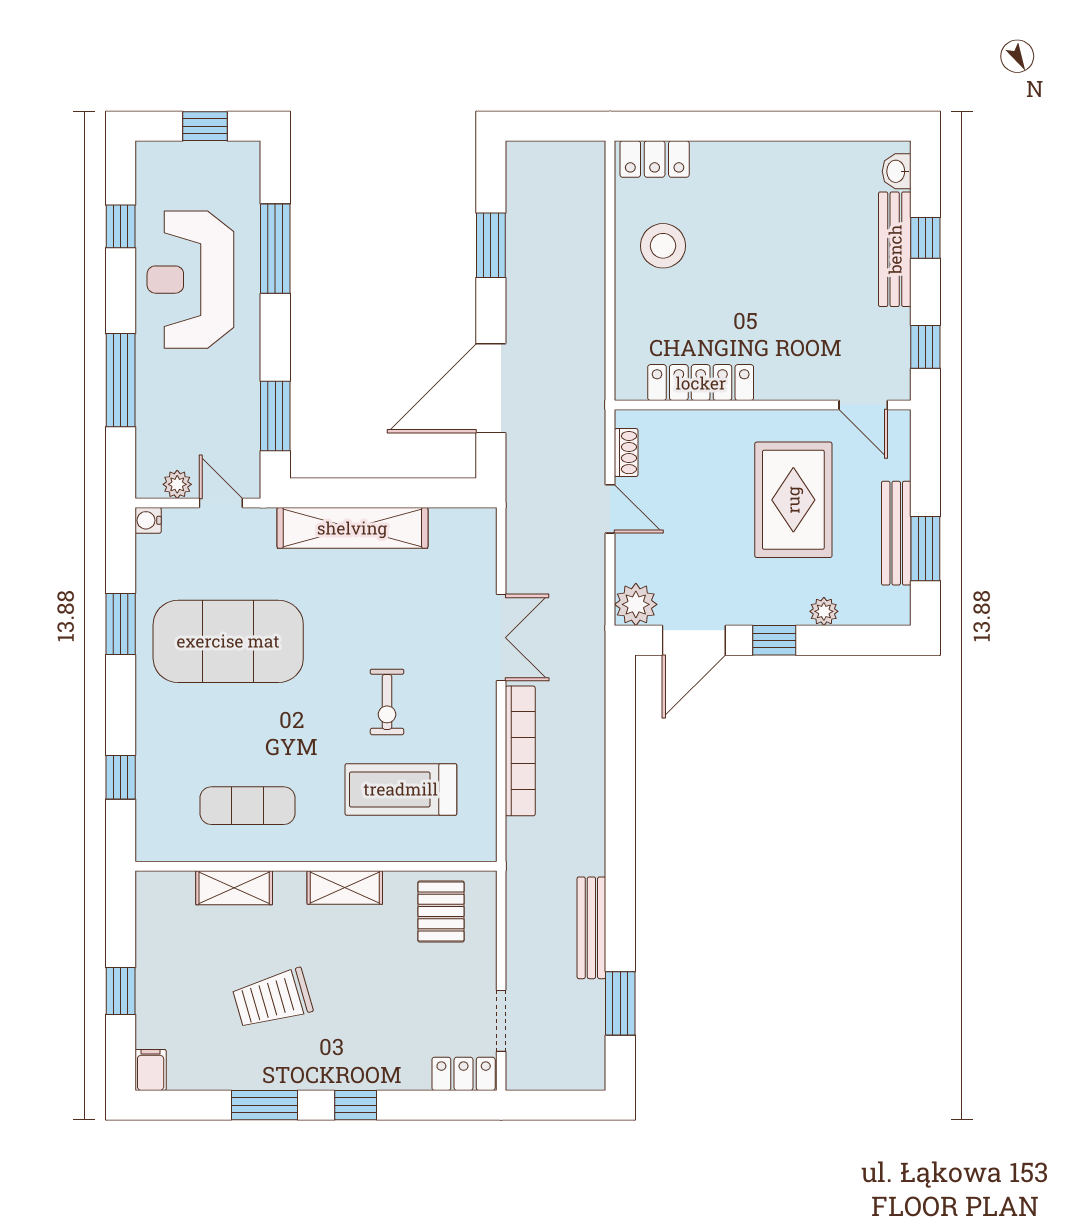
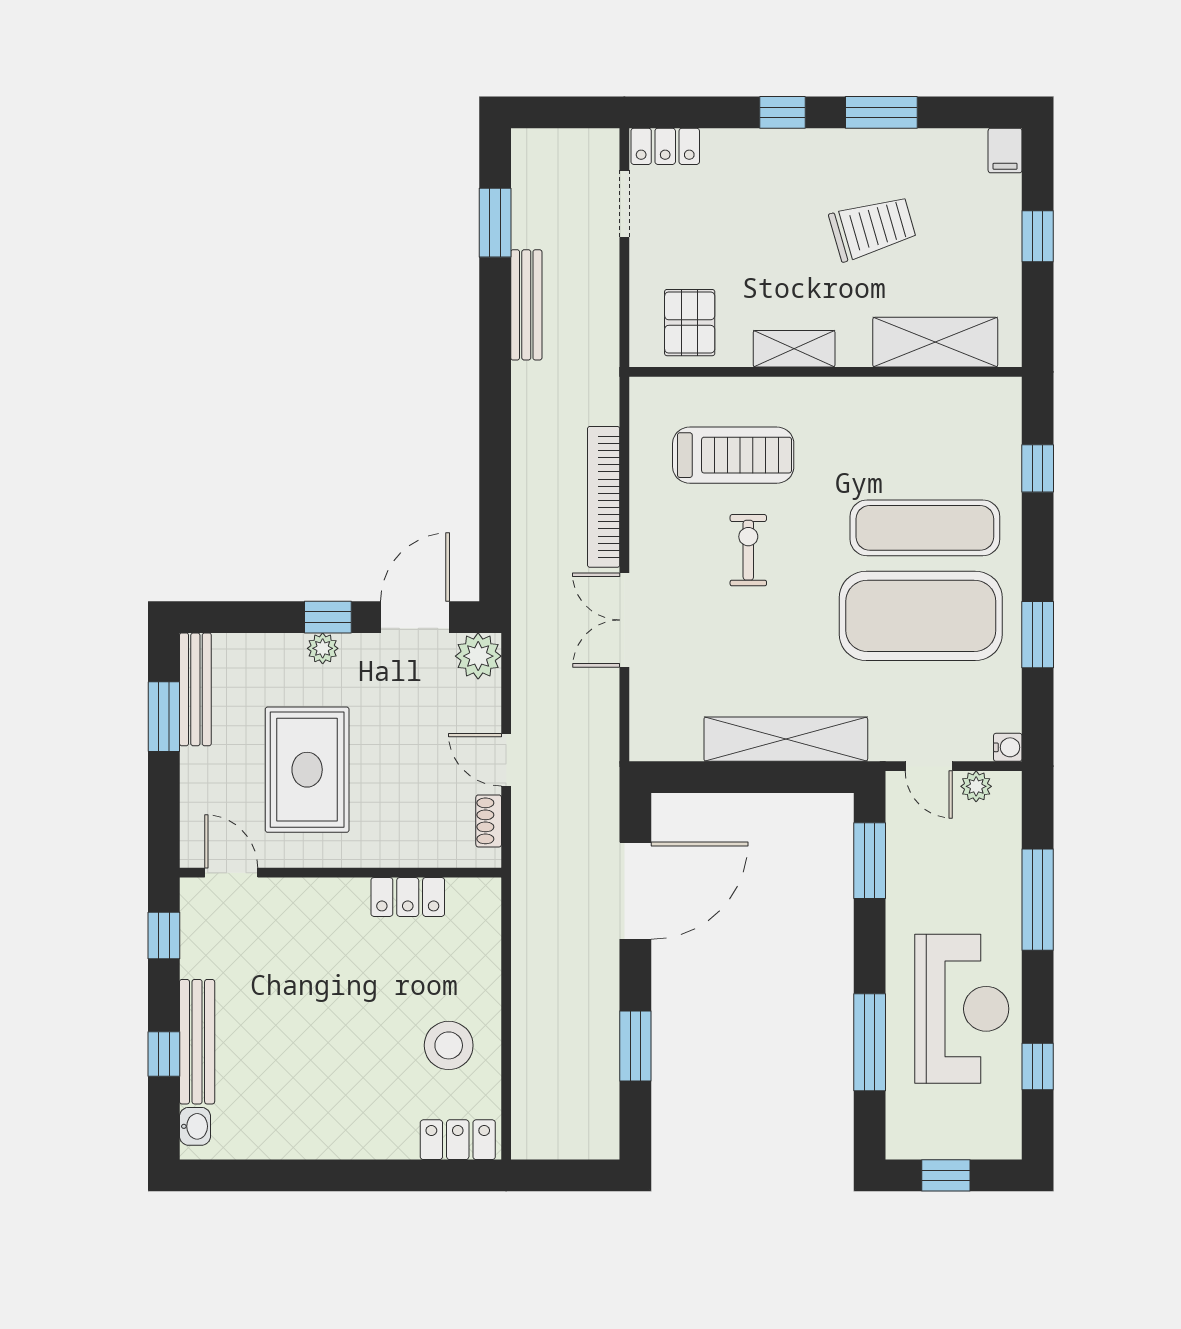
locker: (701, 383) -> (408, 897), width x0.66
bench: (896, 533) -> (195, 689), moved
plant: (824, 611) -> (323, 648), moved
exercise mat: (247, 806) -> (925, 528), moved, width x1.36, depth x1.45
shelving: (234, 888) -> (935, 342), width x1.50, depth x1.33

